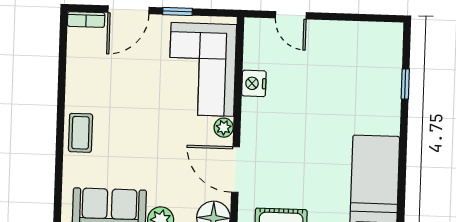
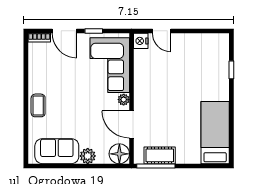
door: (129, 10) -> (64, 31), hinge flipped
nightstand: (254, 83) -> (141, 41), moved

